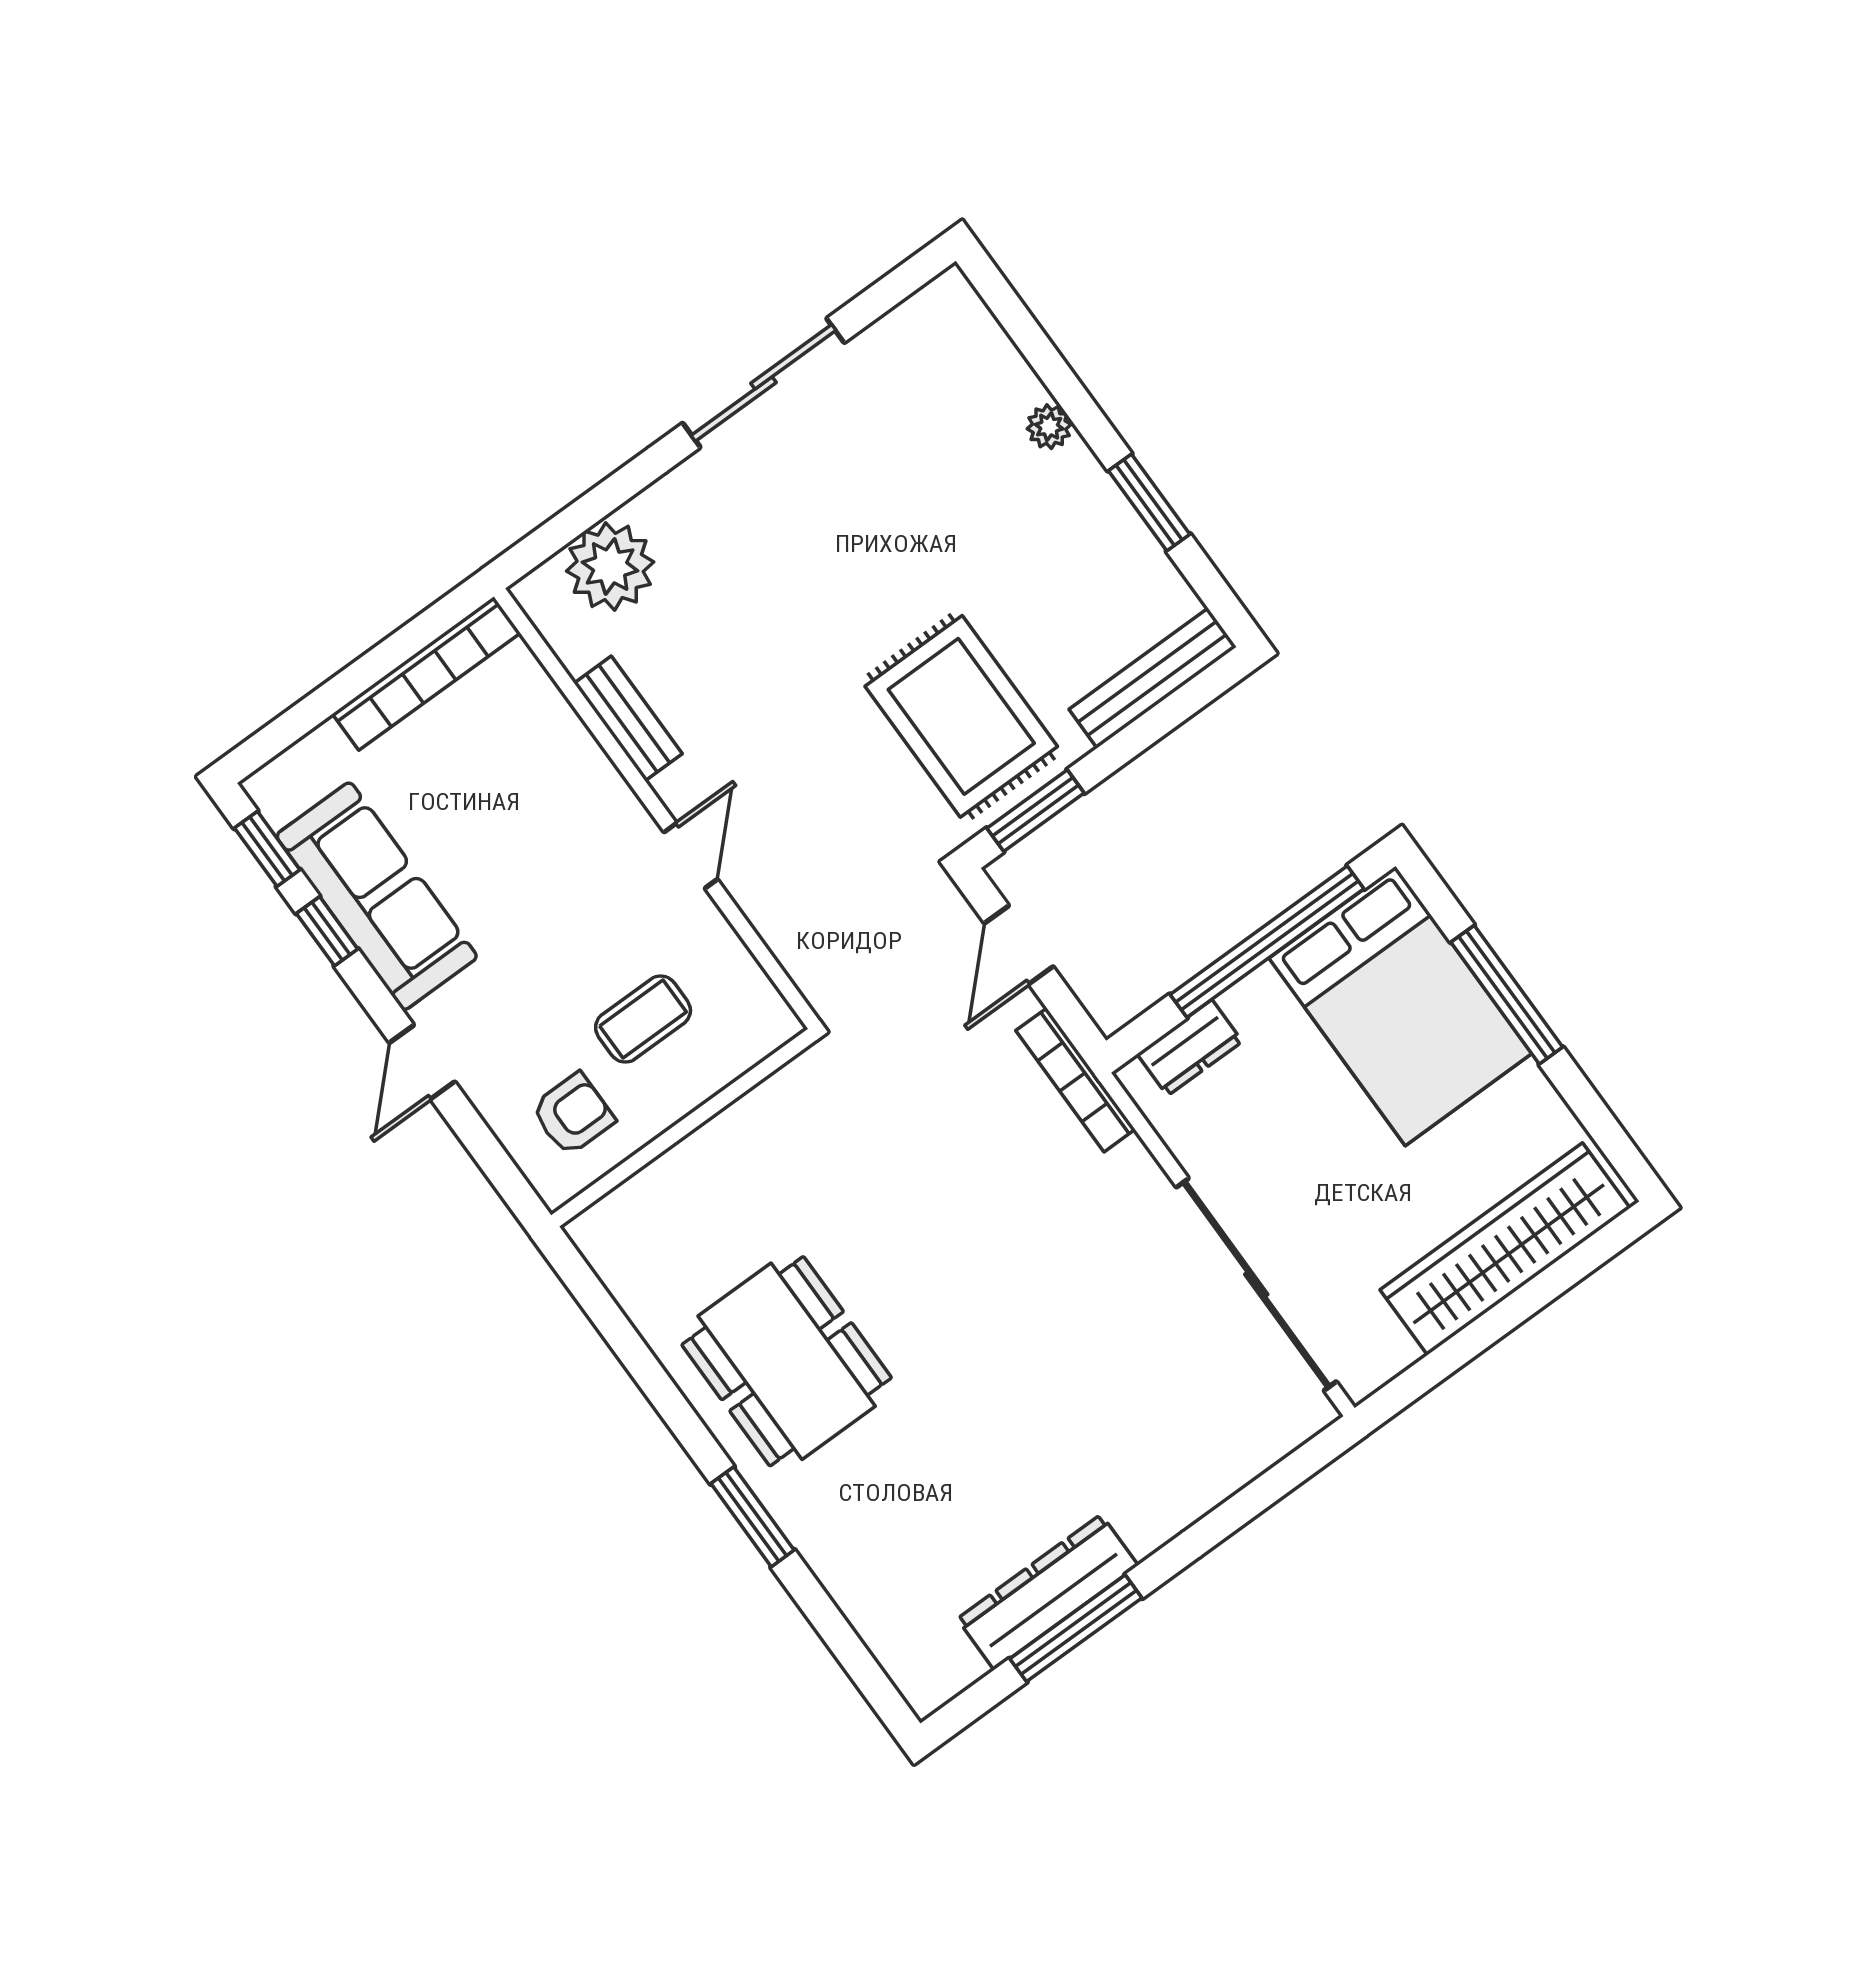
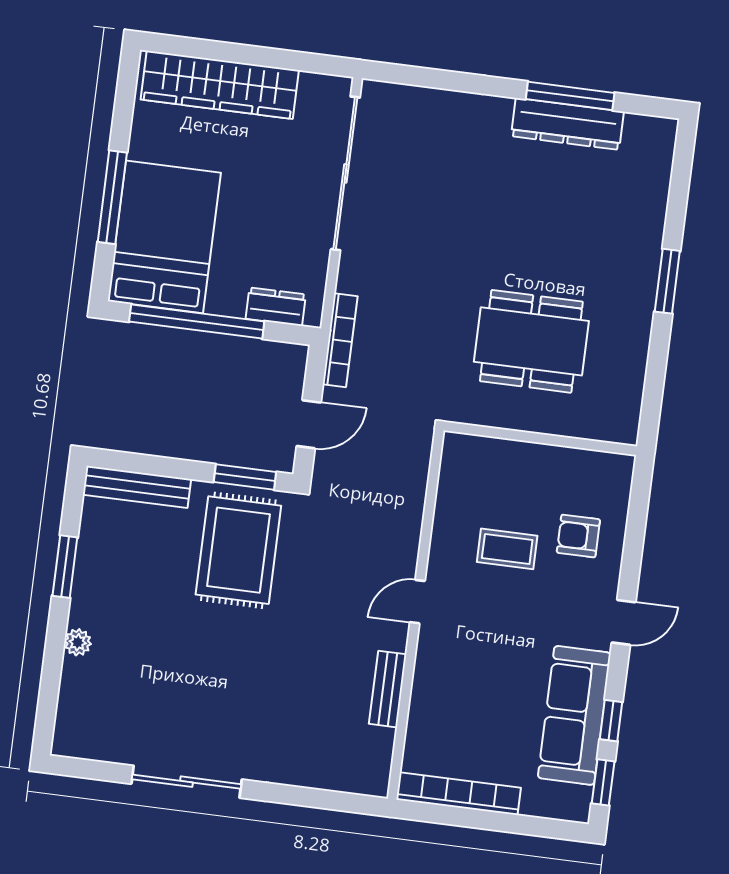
plant: (610, 566) -> (332, 764), removed
wall: (684, 1128) -> (540, 438), moved
dining table: (787, 1361) -> (531, 341), moved, turned 90

